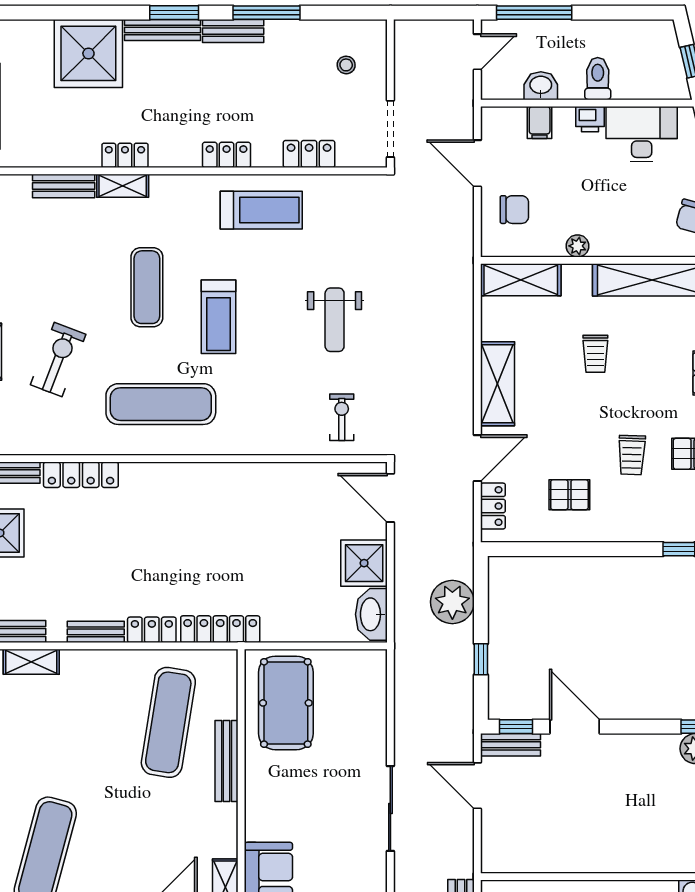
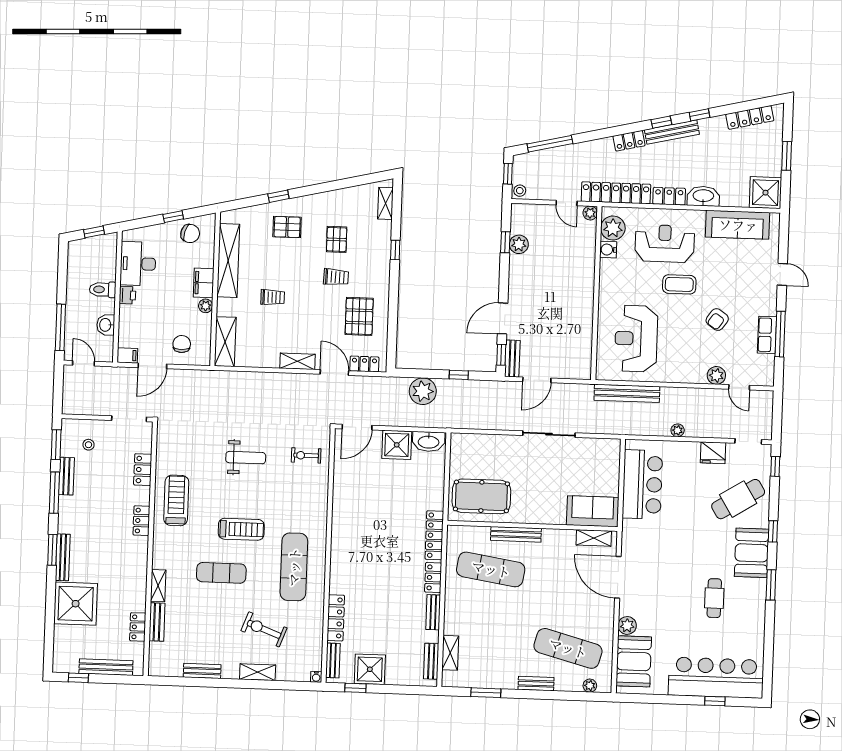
window: (344, 13) -> (56, 445), added
bench: (233, 31) -> (66, 476), moved
filing cabinet: (540, 122) -> (127, 355), moved
locker: (125, 155) -> (138, 627), moved
filing cabinet: (615, 241) -> (204, 283), added
shelving: (497, 384) -> (298, 361), width x0.67, depth x0.75
pallet: (569, 495) -> (359, 316), width x1.50, depth x1.42

